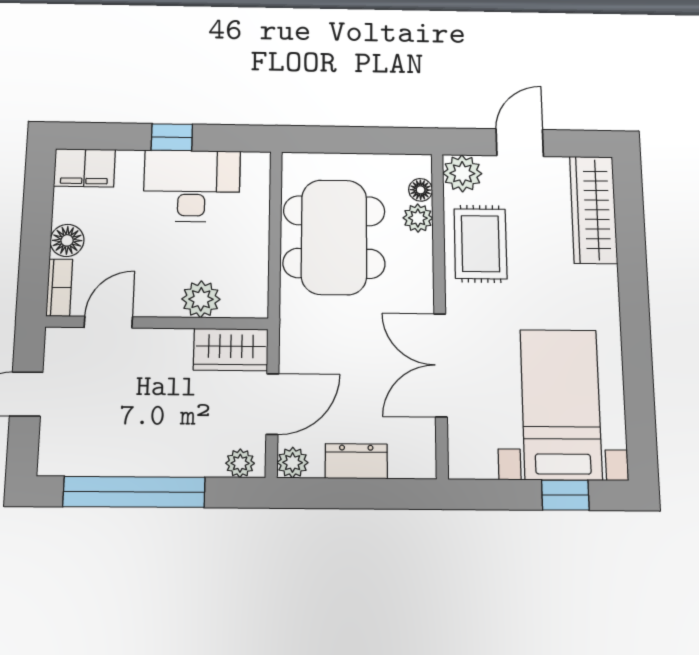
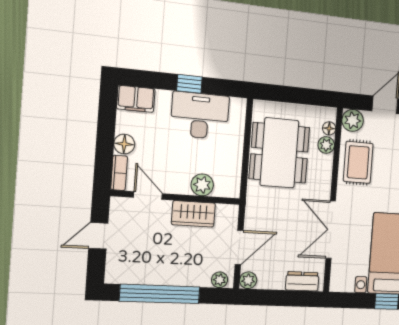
door: (108, 322) -> (148, 195), hinge flipped
wardrobe: (231, 350) -> (193, 214), moved
dresser: (356, 461) -> (302, 281), moved

